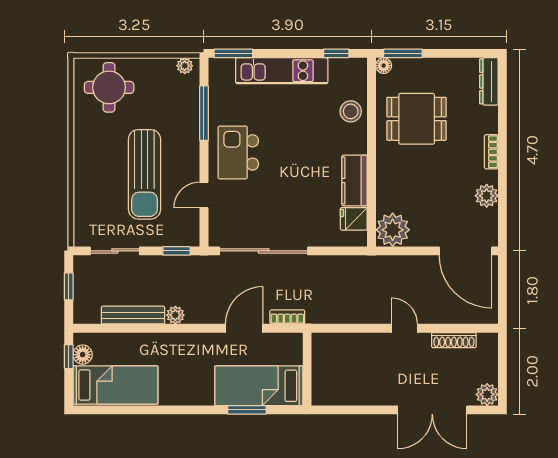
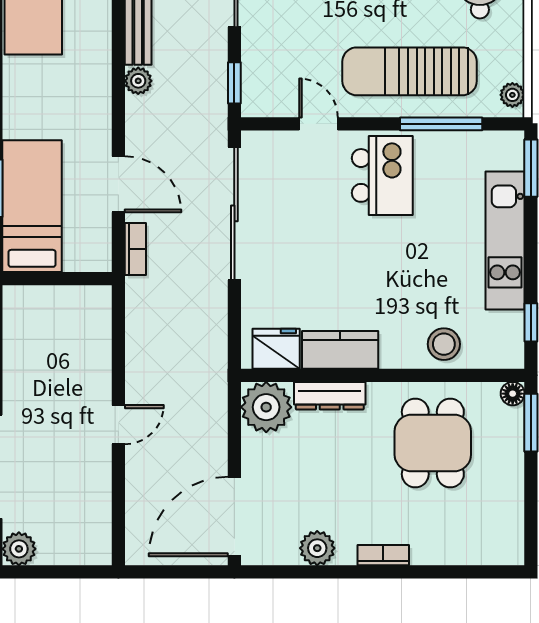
dresser: (489, 81) -> (330, 396), moved, turned 180
kitchen island: (238, 152) -> (382, 175), turned 90
sun lounger: (145, 174) -> (410, 71), moved
fridge: (354, 219) -> (276, 349), width x1.38
shoe rack: (454, 340) -> (101, 499), removed

